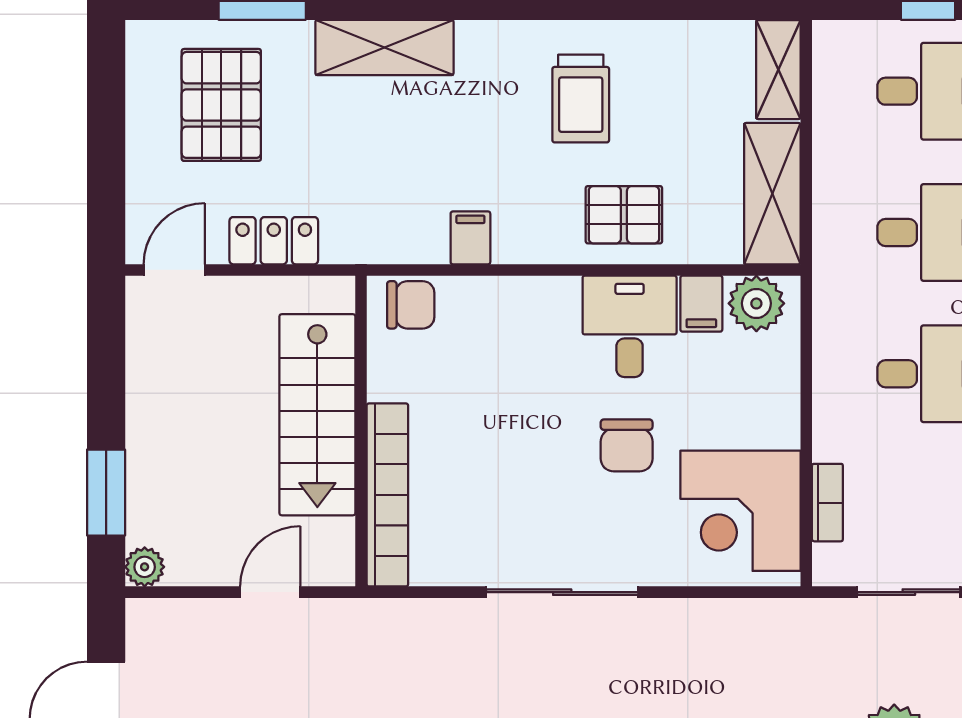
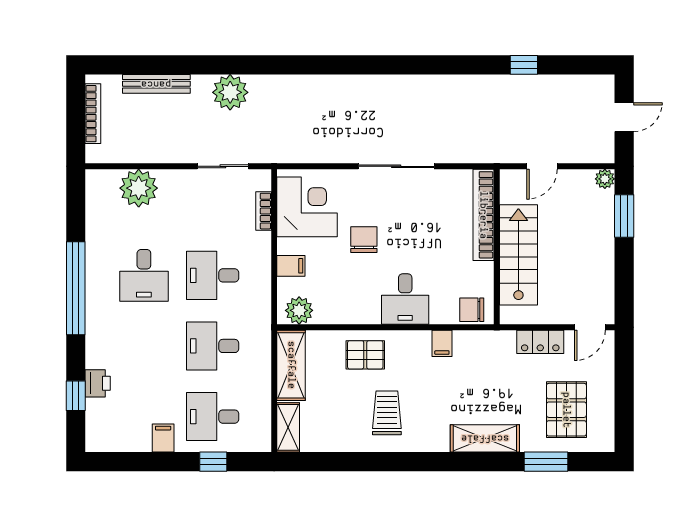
filing cabinet: (701, 304) -> (291, 266), moved, turned 90
desk: (630, 326) -> (405, 299), moved

